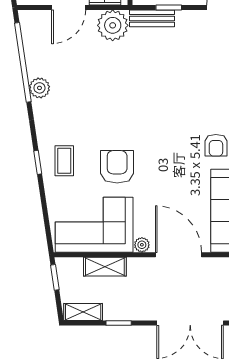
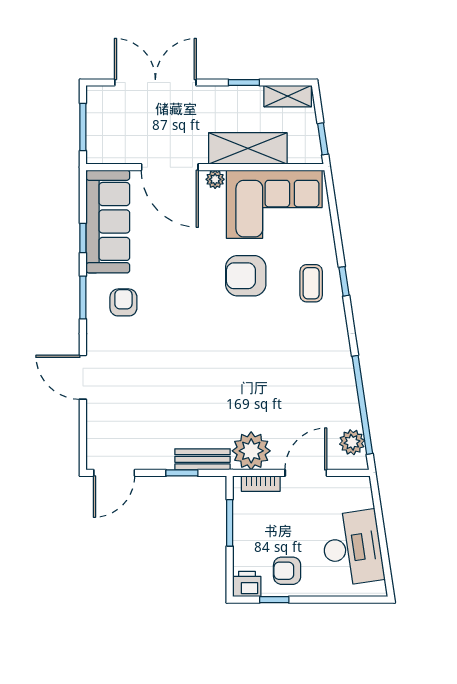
plant: (39, 88) -> (352, 442), moved
armchair: (117, 167) -> (246, 276), turned 90
shelving: (105, 267) -> (248, 148), width x1.50, depth x1.33

